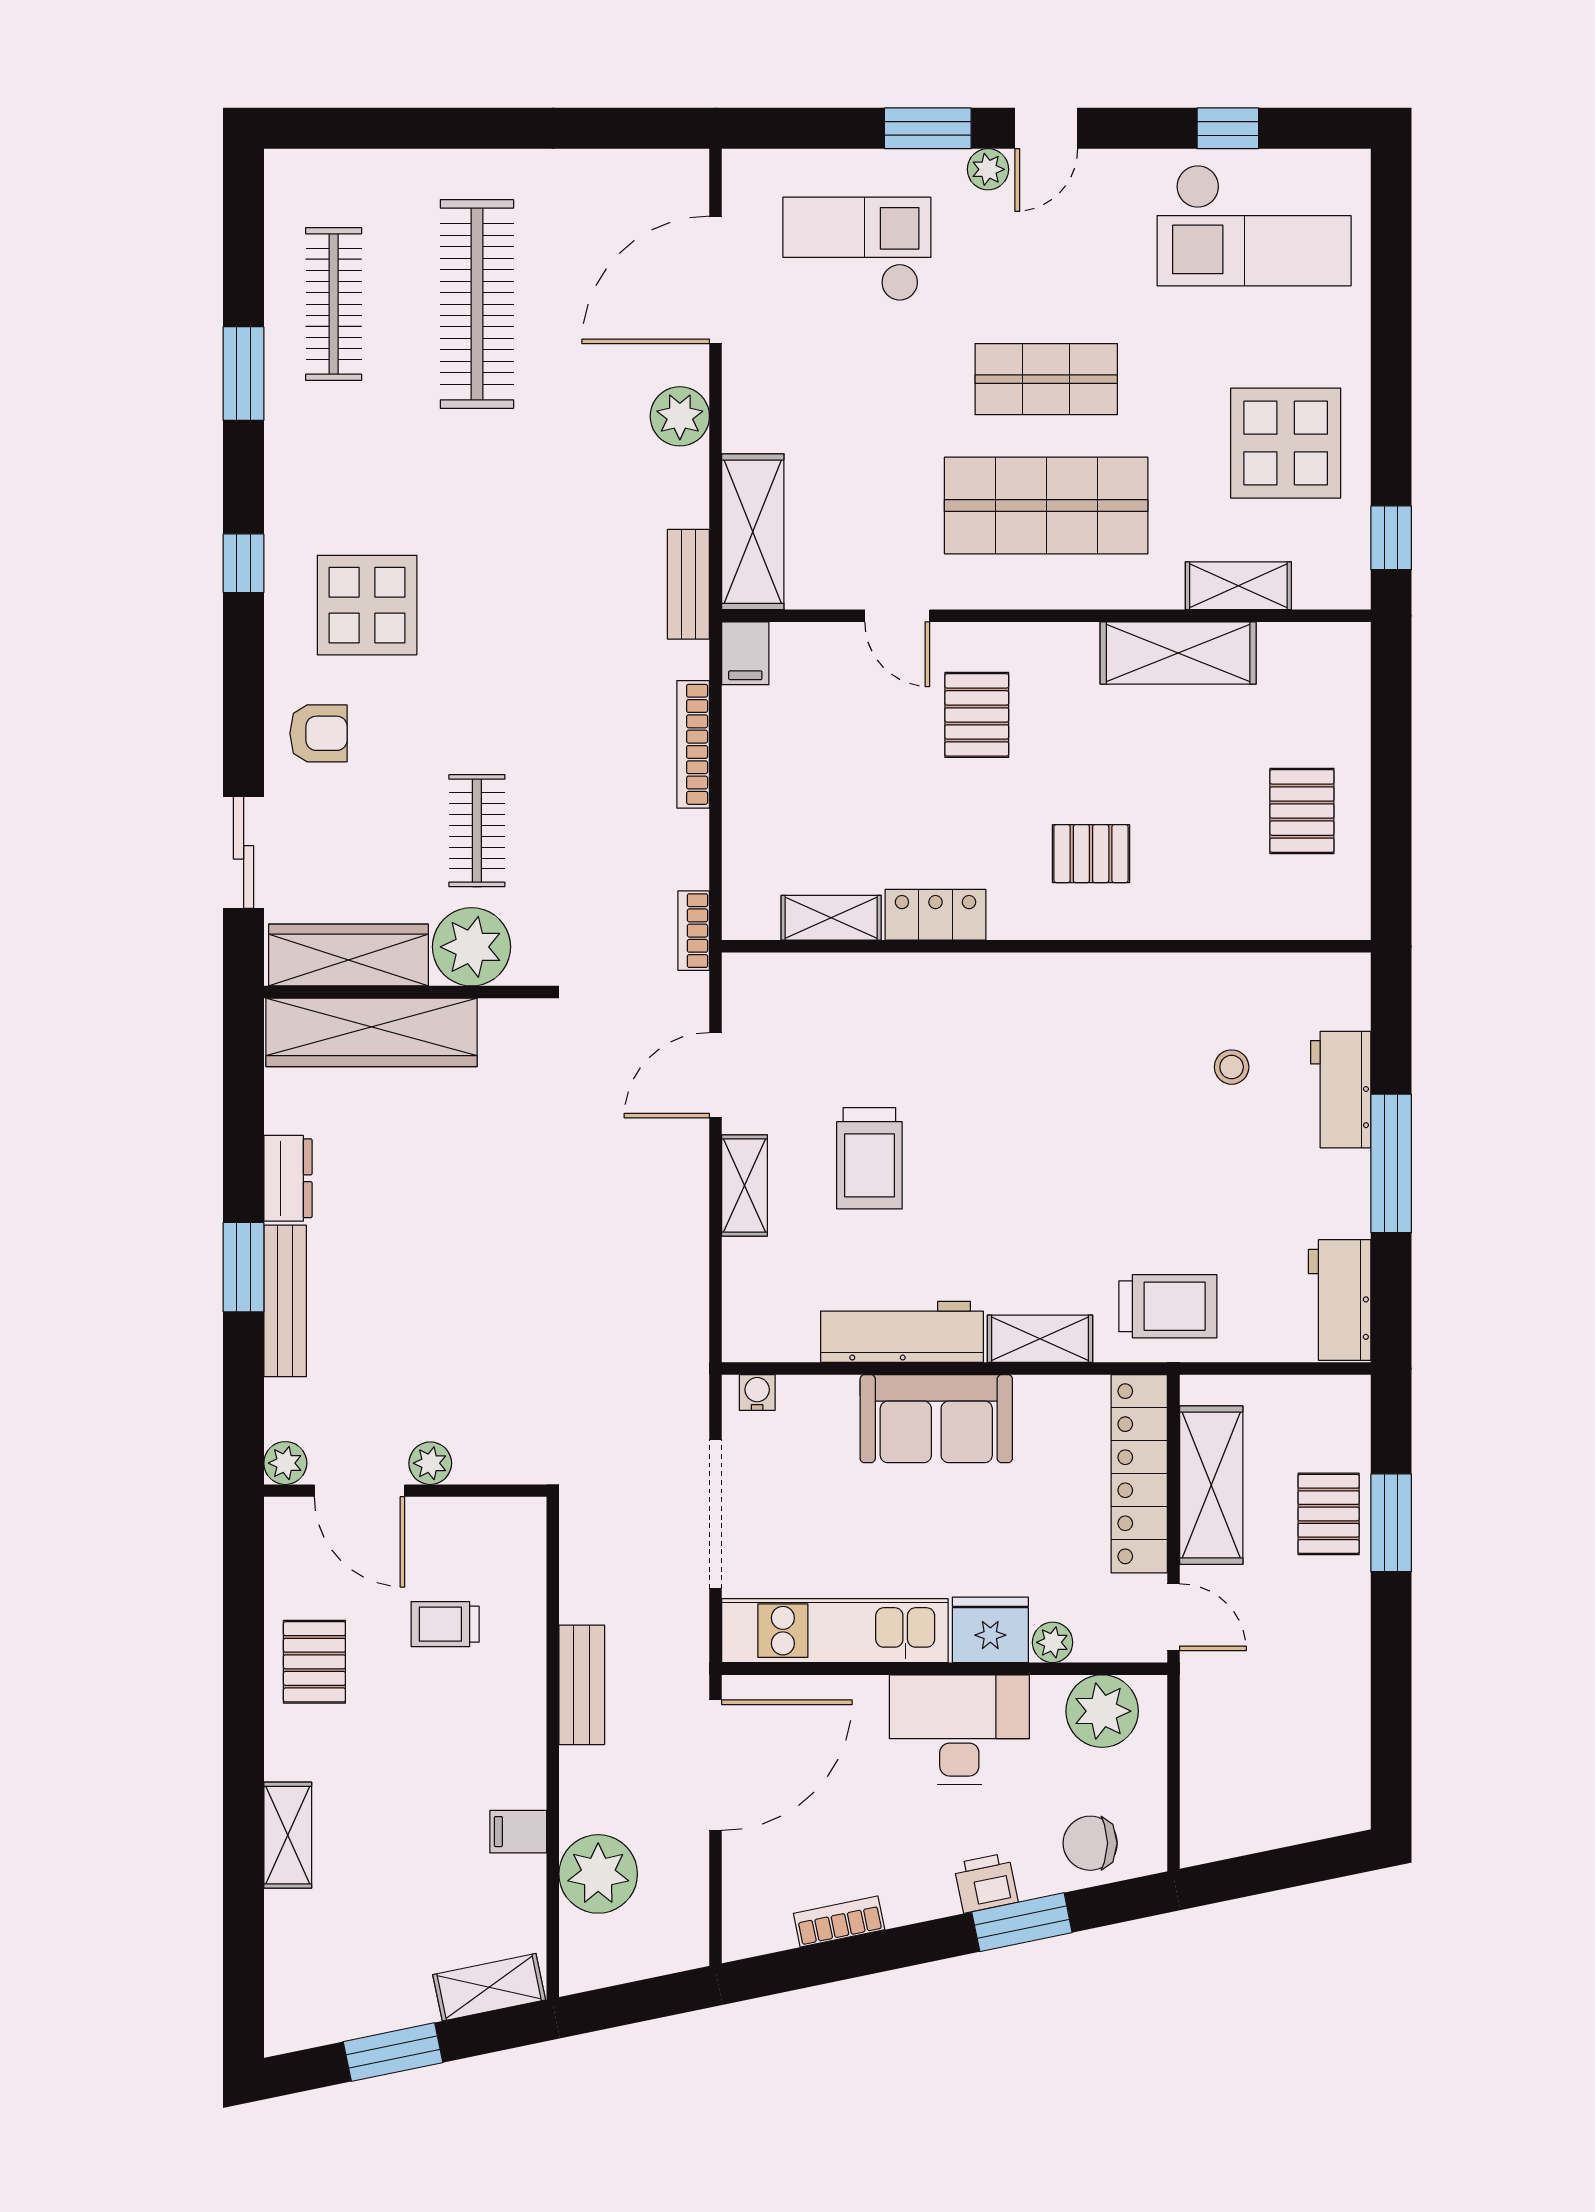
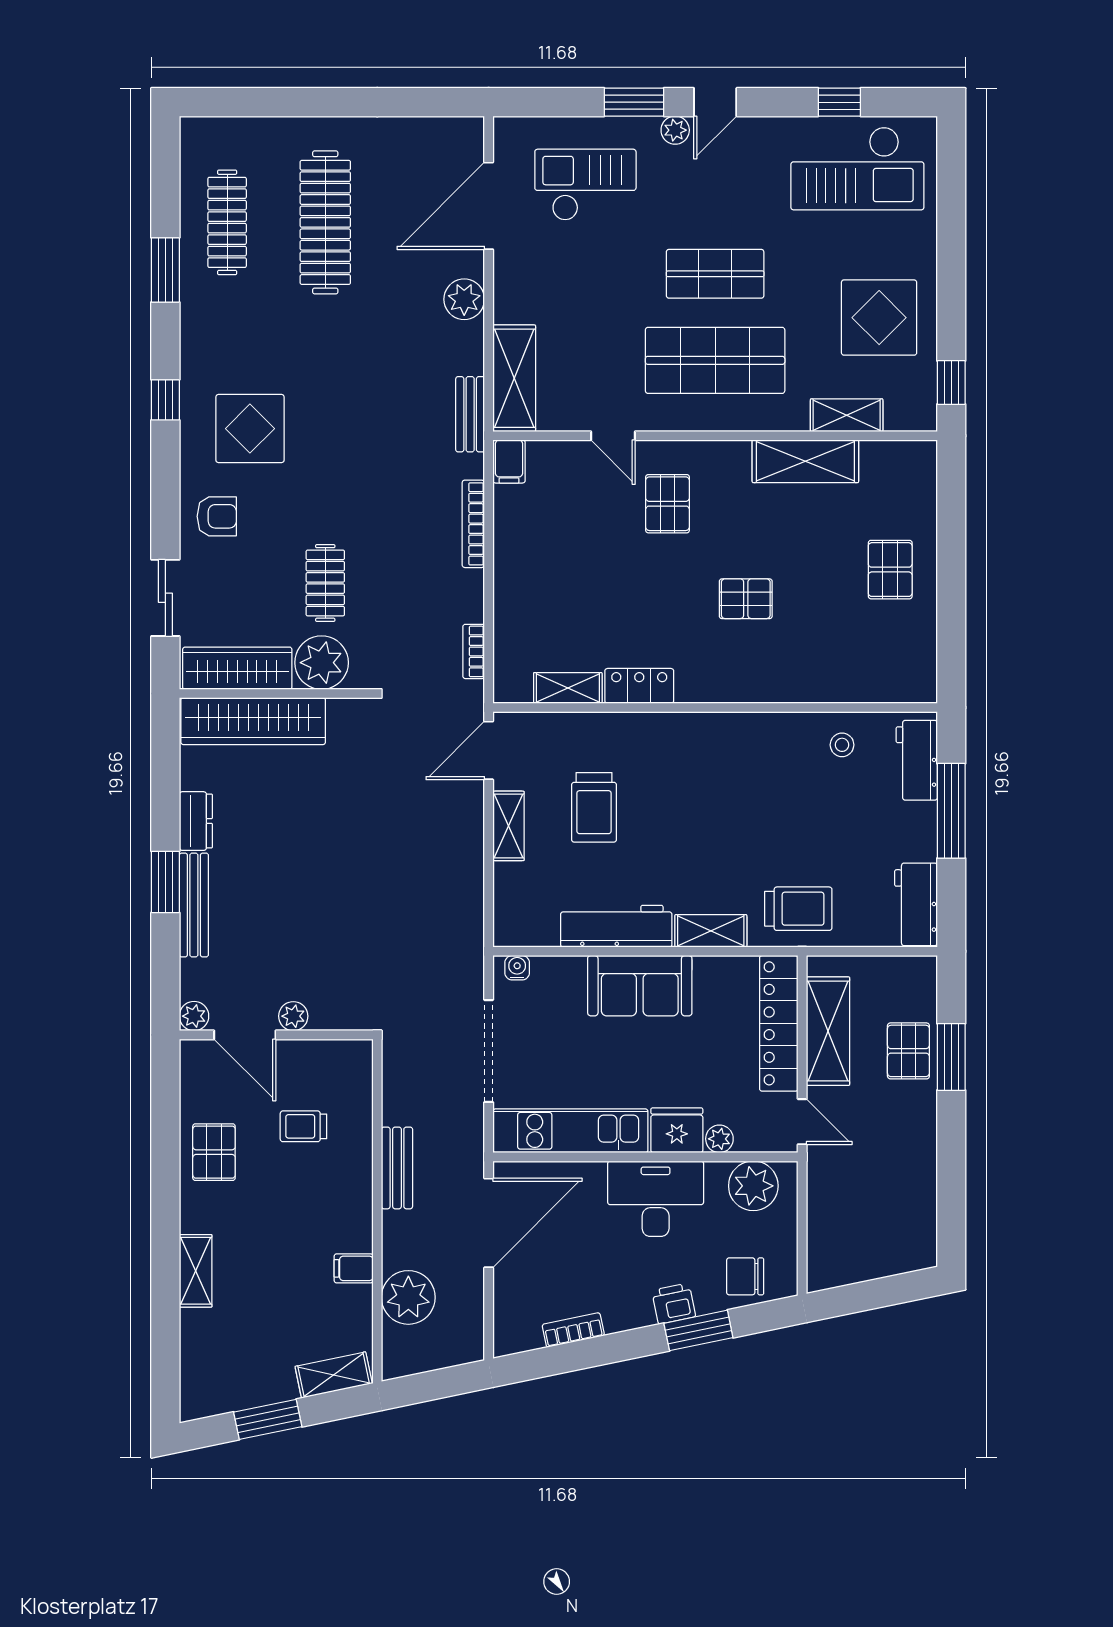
locker: (935, 915) -> (639, 686), moved
shelving: (831, 918) -> (568, 688), moved
wall: (1046, 946) -> (715, 707), moved

